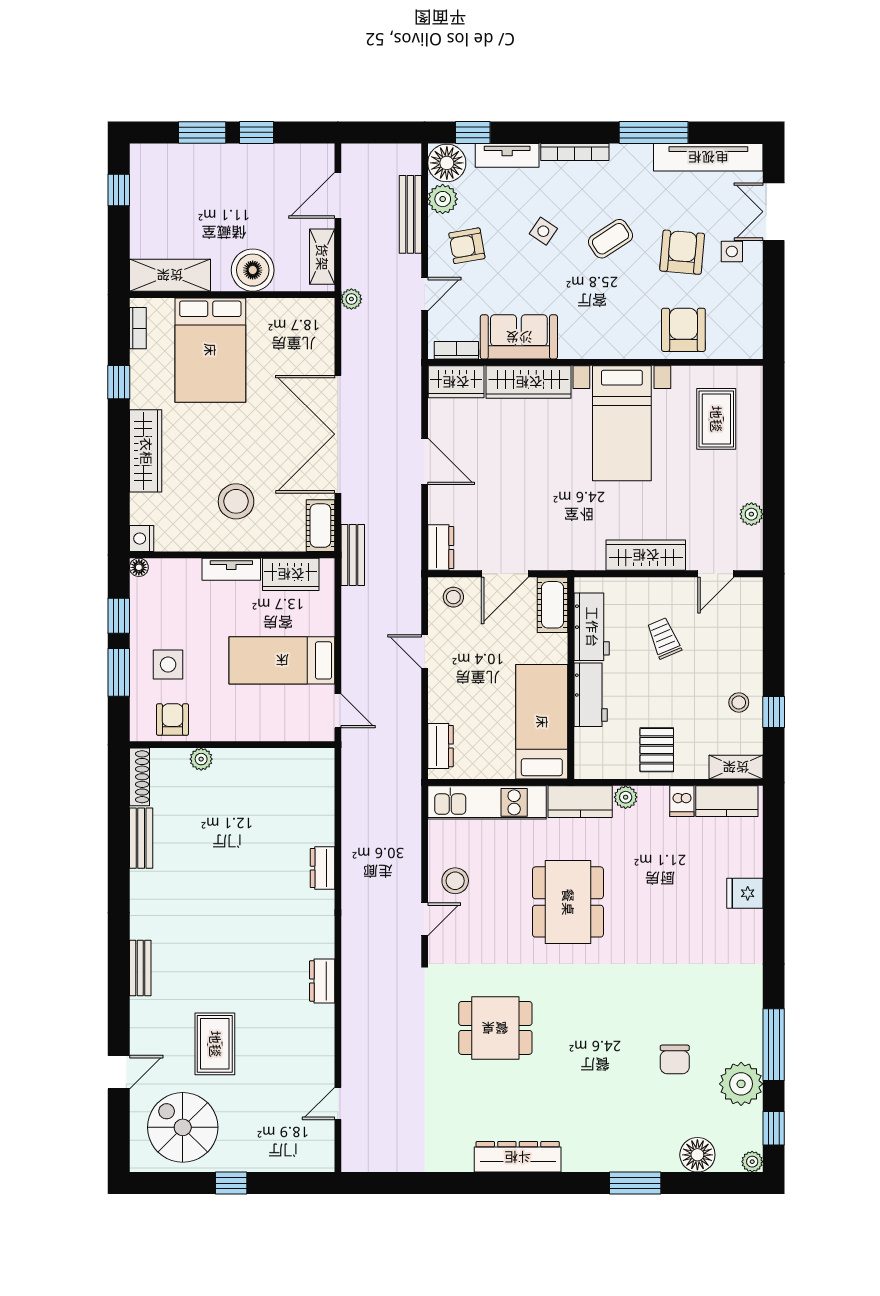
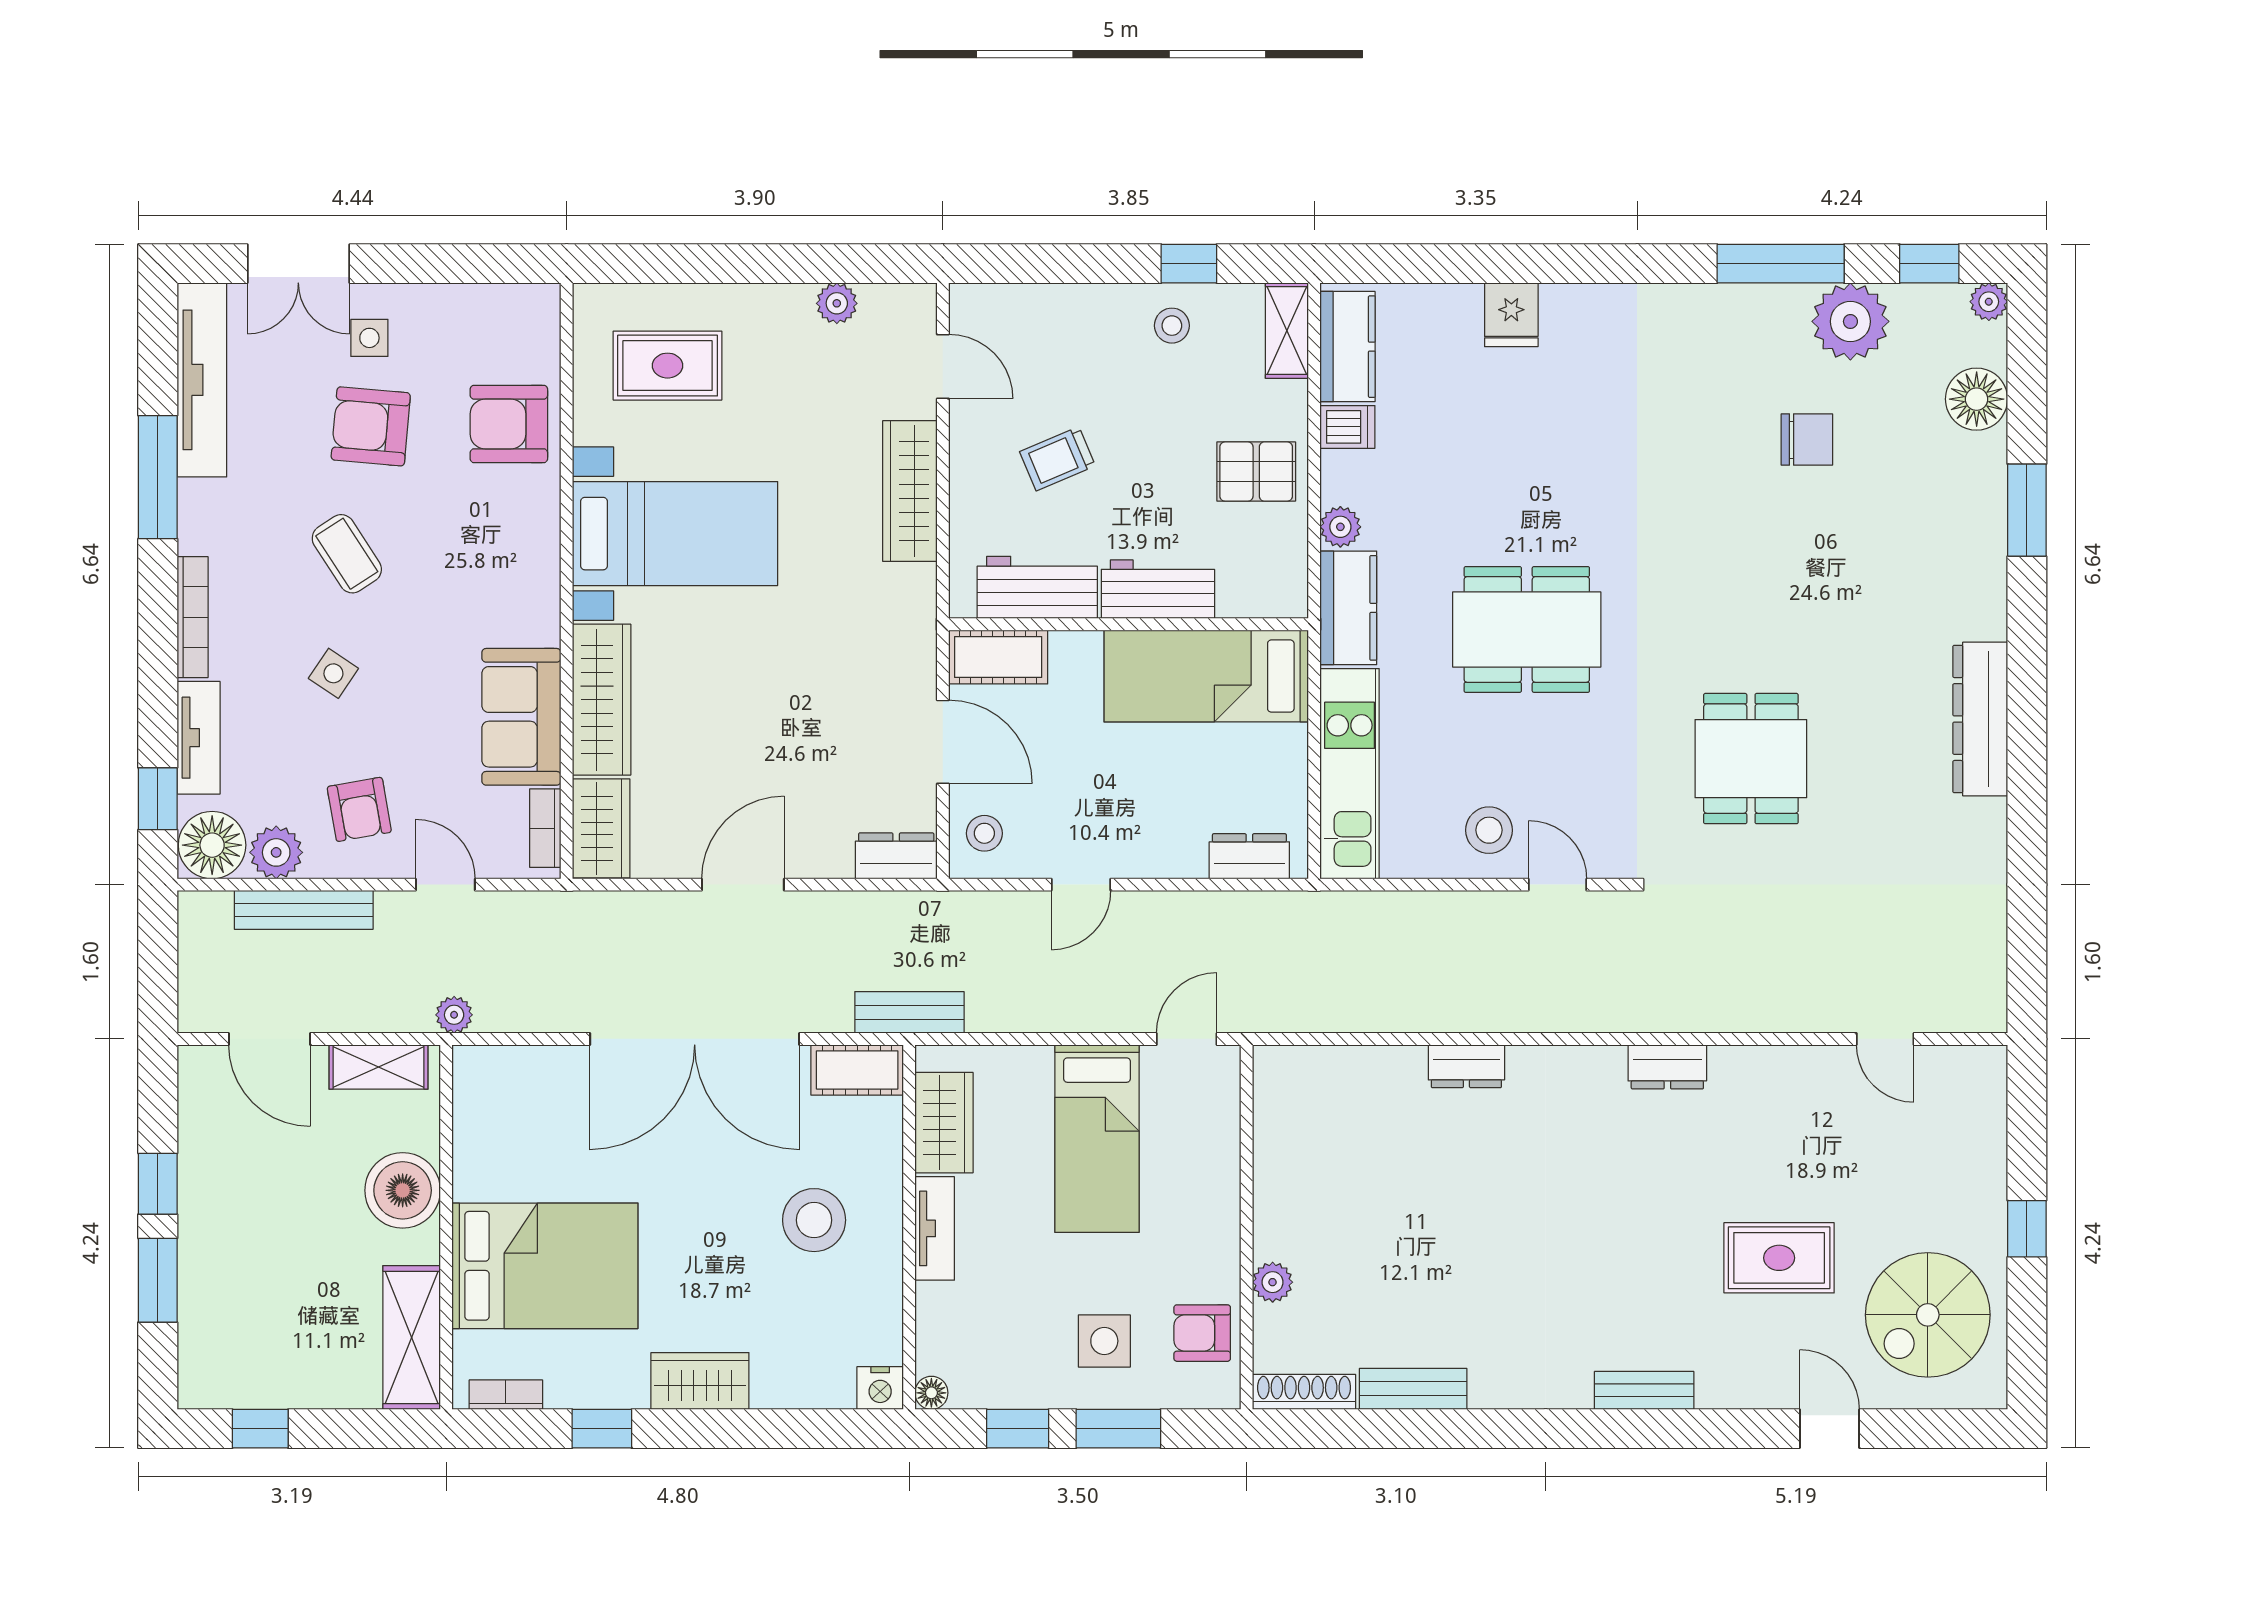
wardrobe: (146, 451) -> (700, 1381), width x0.67

